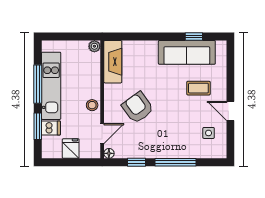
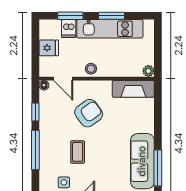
window: (194, 37) -> (158, 168), width x2.17
window: (38, 84) -> (112, 16), width x0.69
coffee table: (198, 88) -> (78, 152), moved

